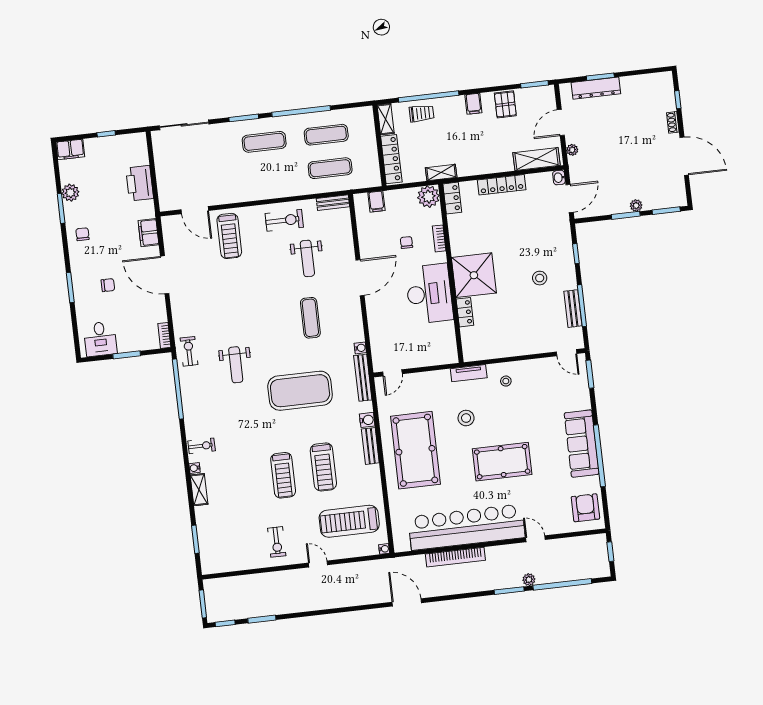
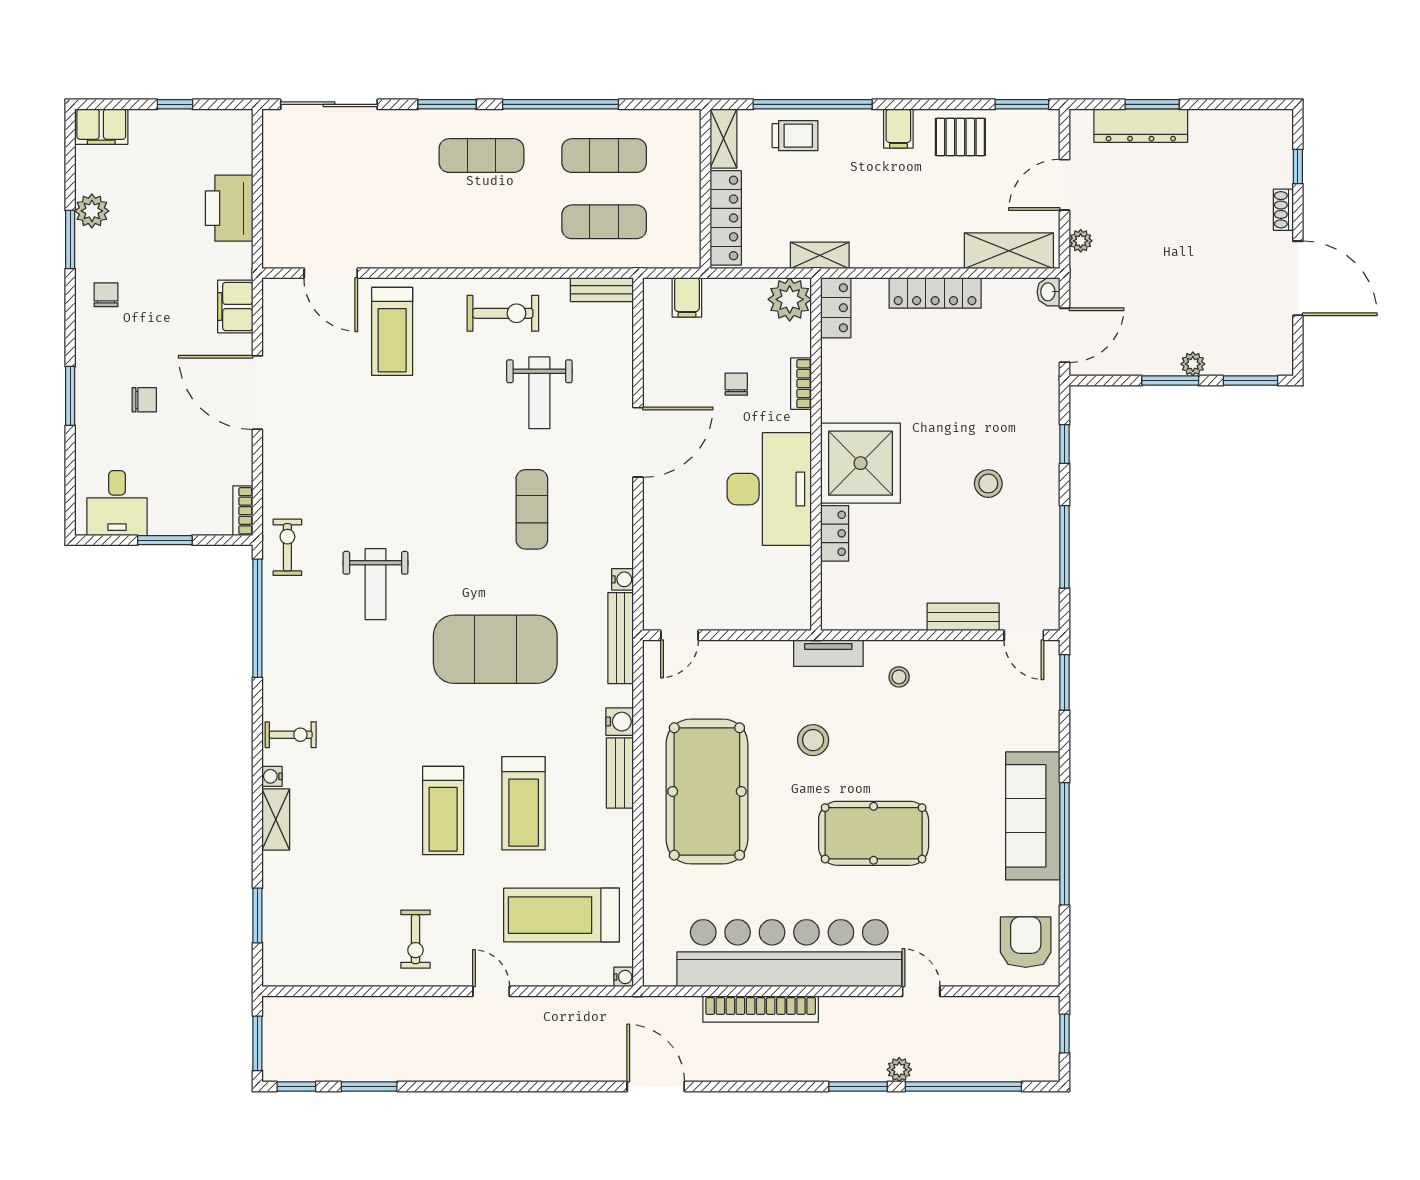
pallet: (505, 104) -> (960, 137), turned 90
bench: (573, 309) -> (963, 617), moved, turned 90

